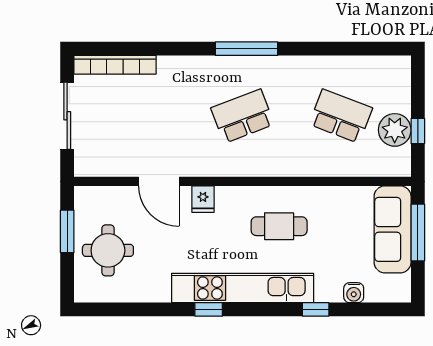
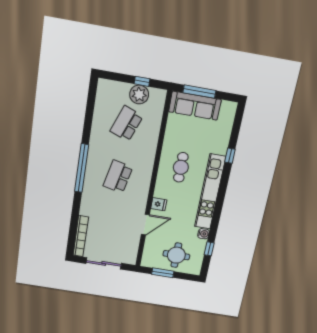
window: (247, 49) -> (82, 168), width x1.46
school desk: (242, 116) -> (118, 177), turned 33
water cooler: (354, 293) -> (203, 234), moved
window: (209, 309) -> (209, 249), moved

